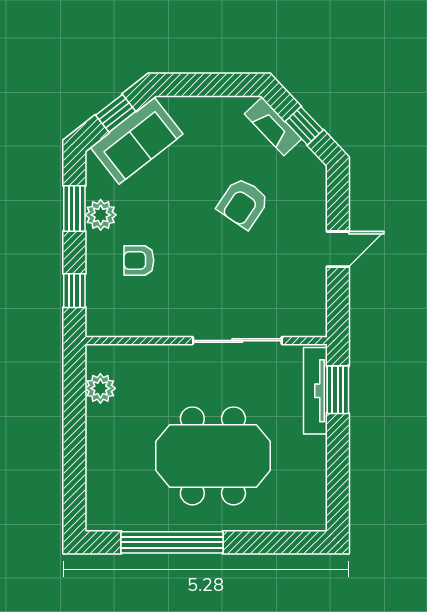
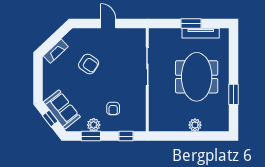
window: (304, 126) -> (55, 38), removed
plant: (100, 388) -> (195, 125), moved
window: (338, 390) -> (191, 23), moved
tv unit: (315, 391) -> (201, 33), moved
window: (172, 542) -> (234, 94), width x0.47

